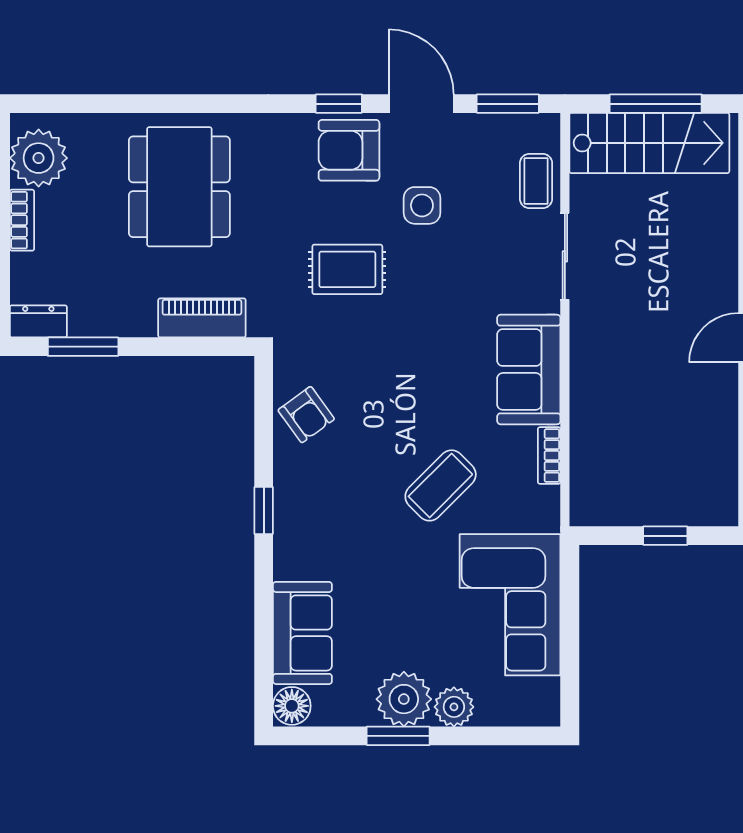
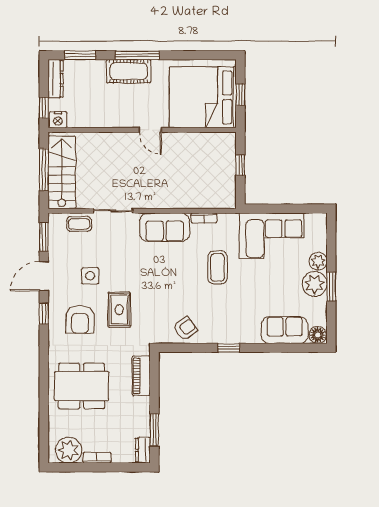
armchair: (349, 150) -> (80, 320), moved
coffee table: (441, 485) -> (217, 267), turned 45

